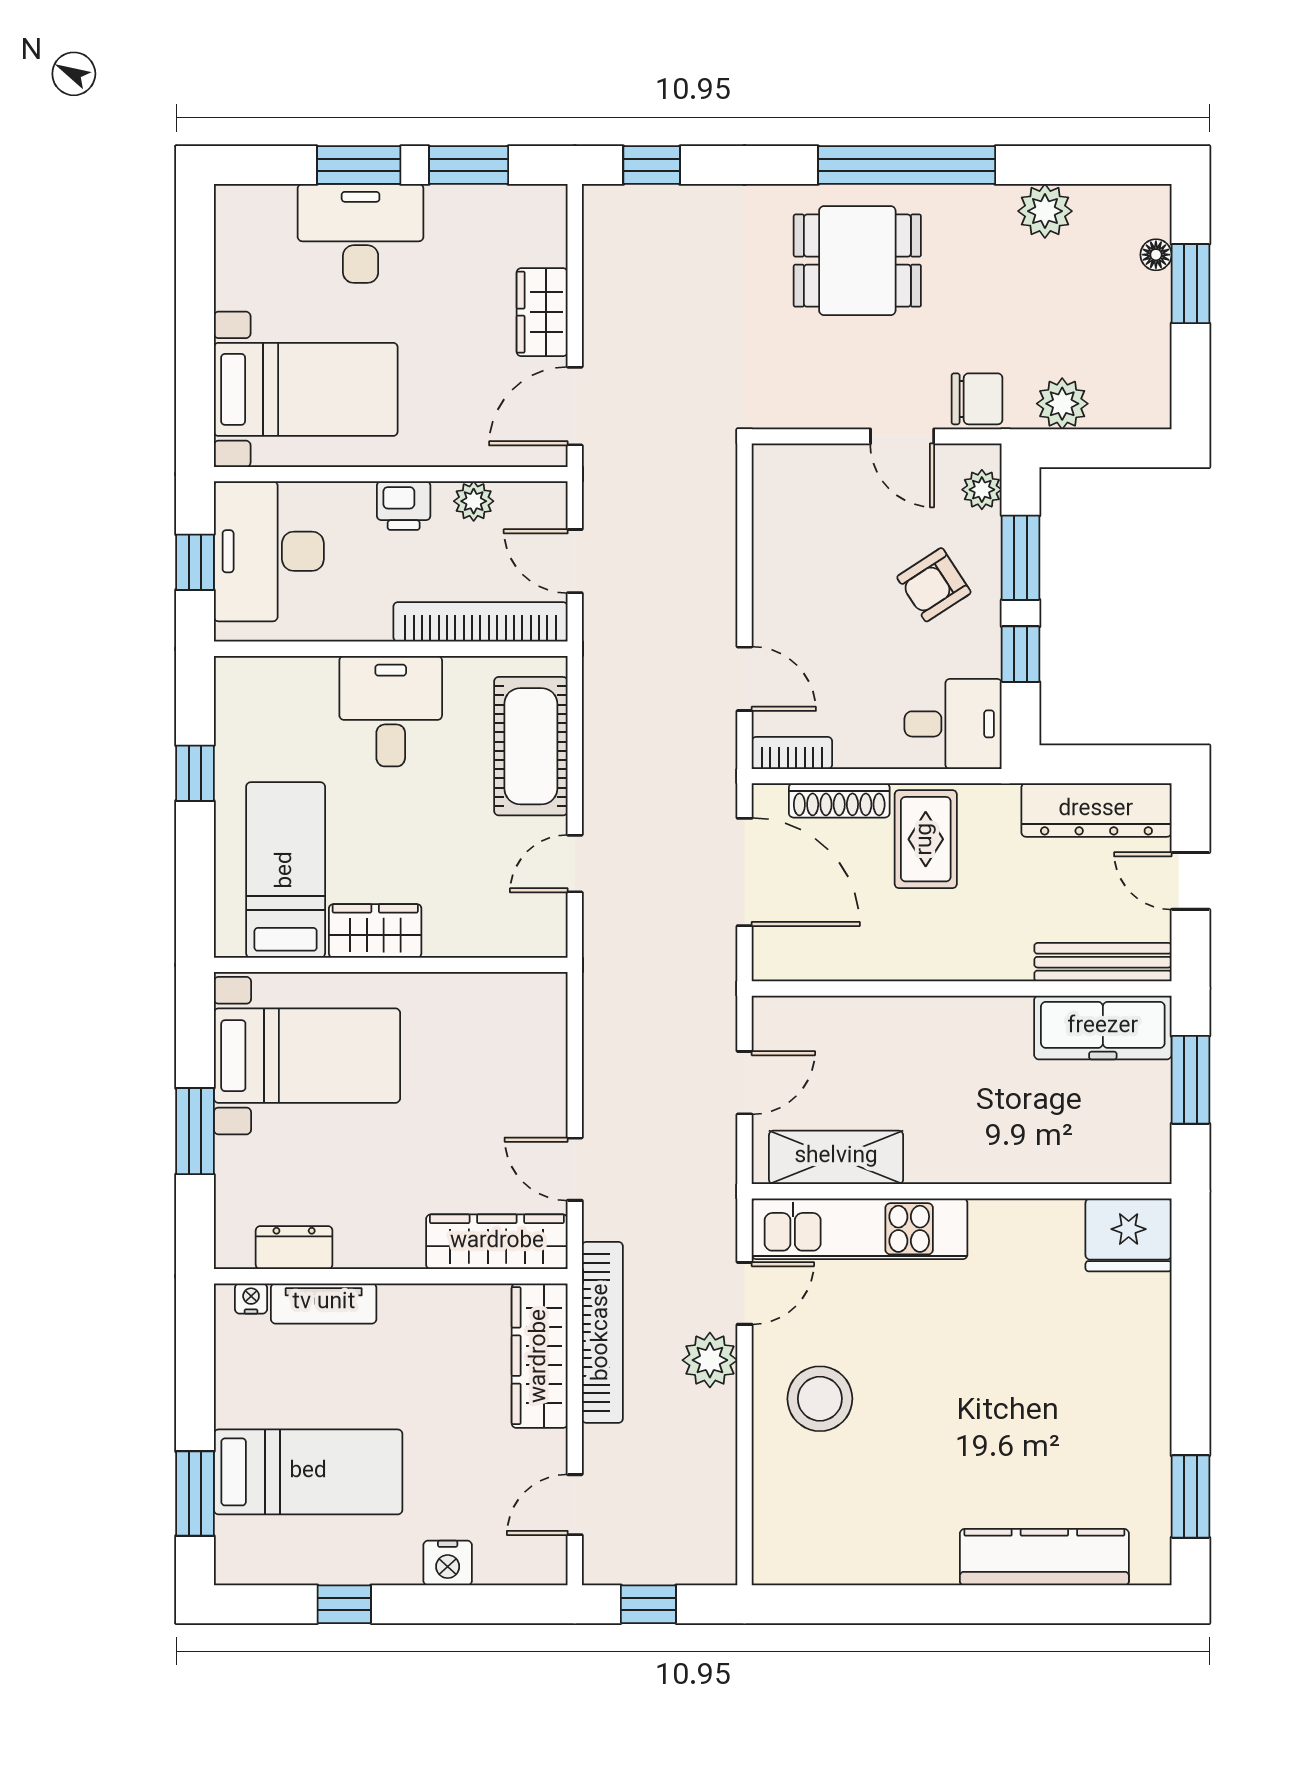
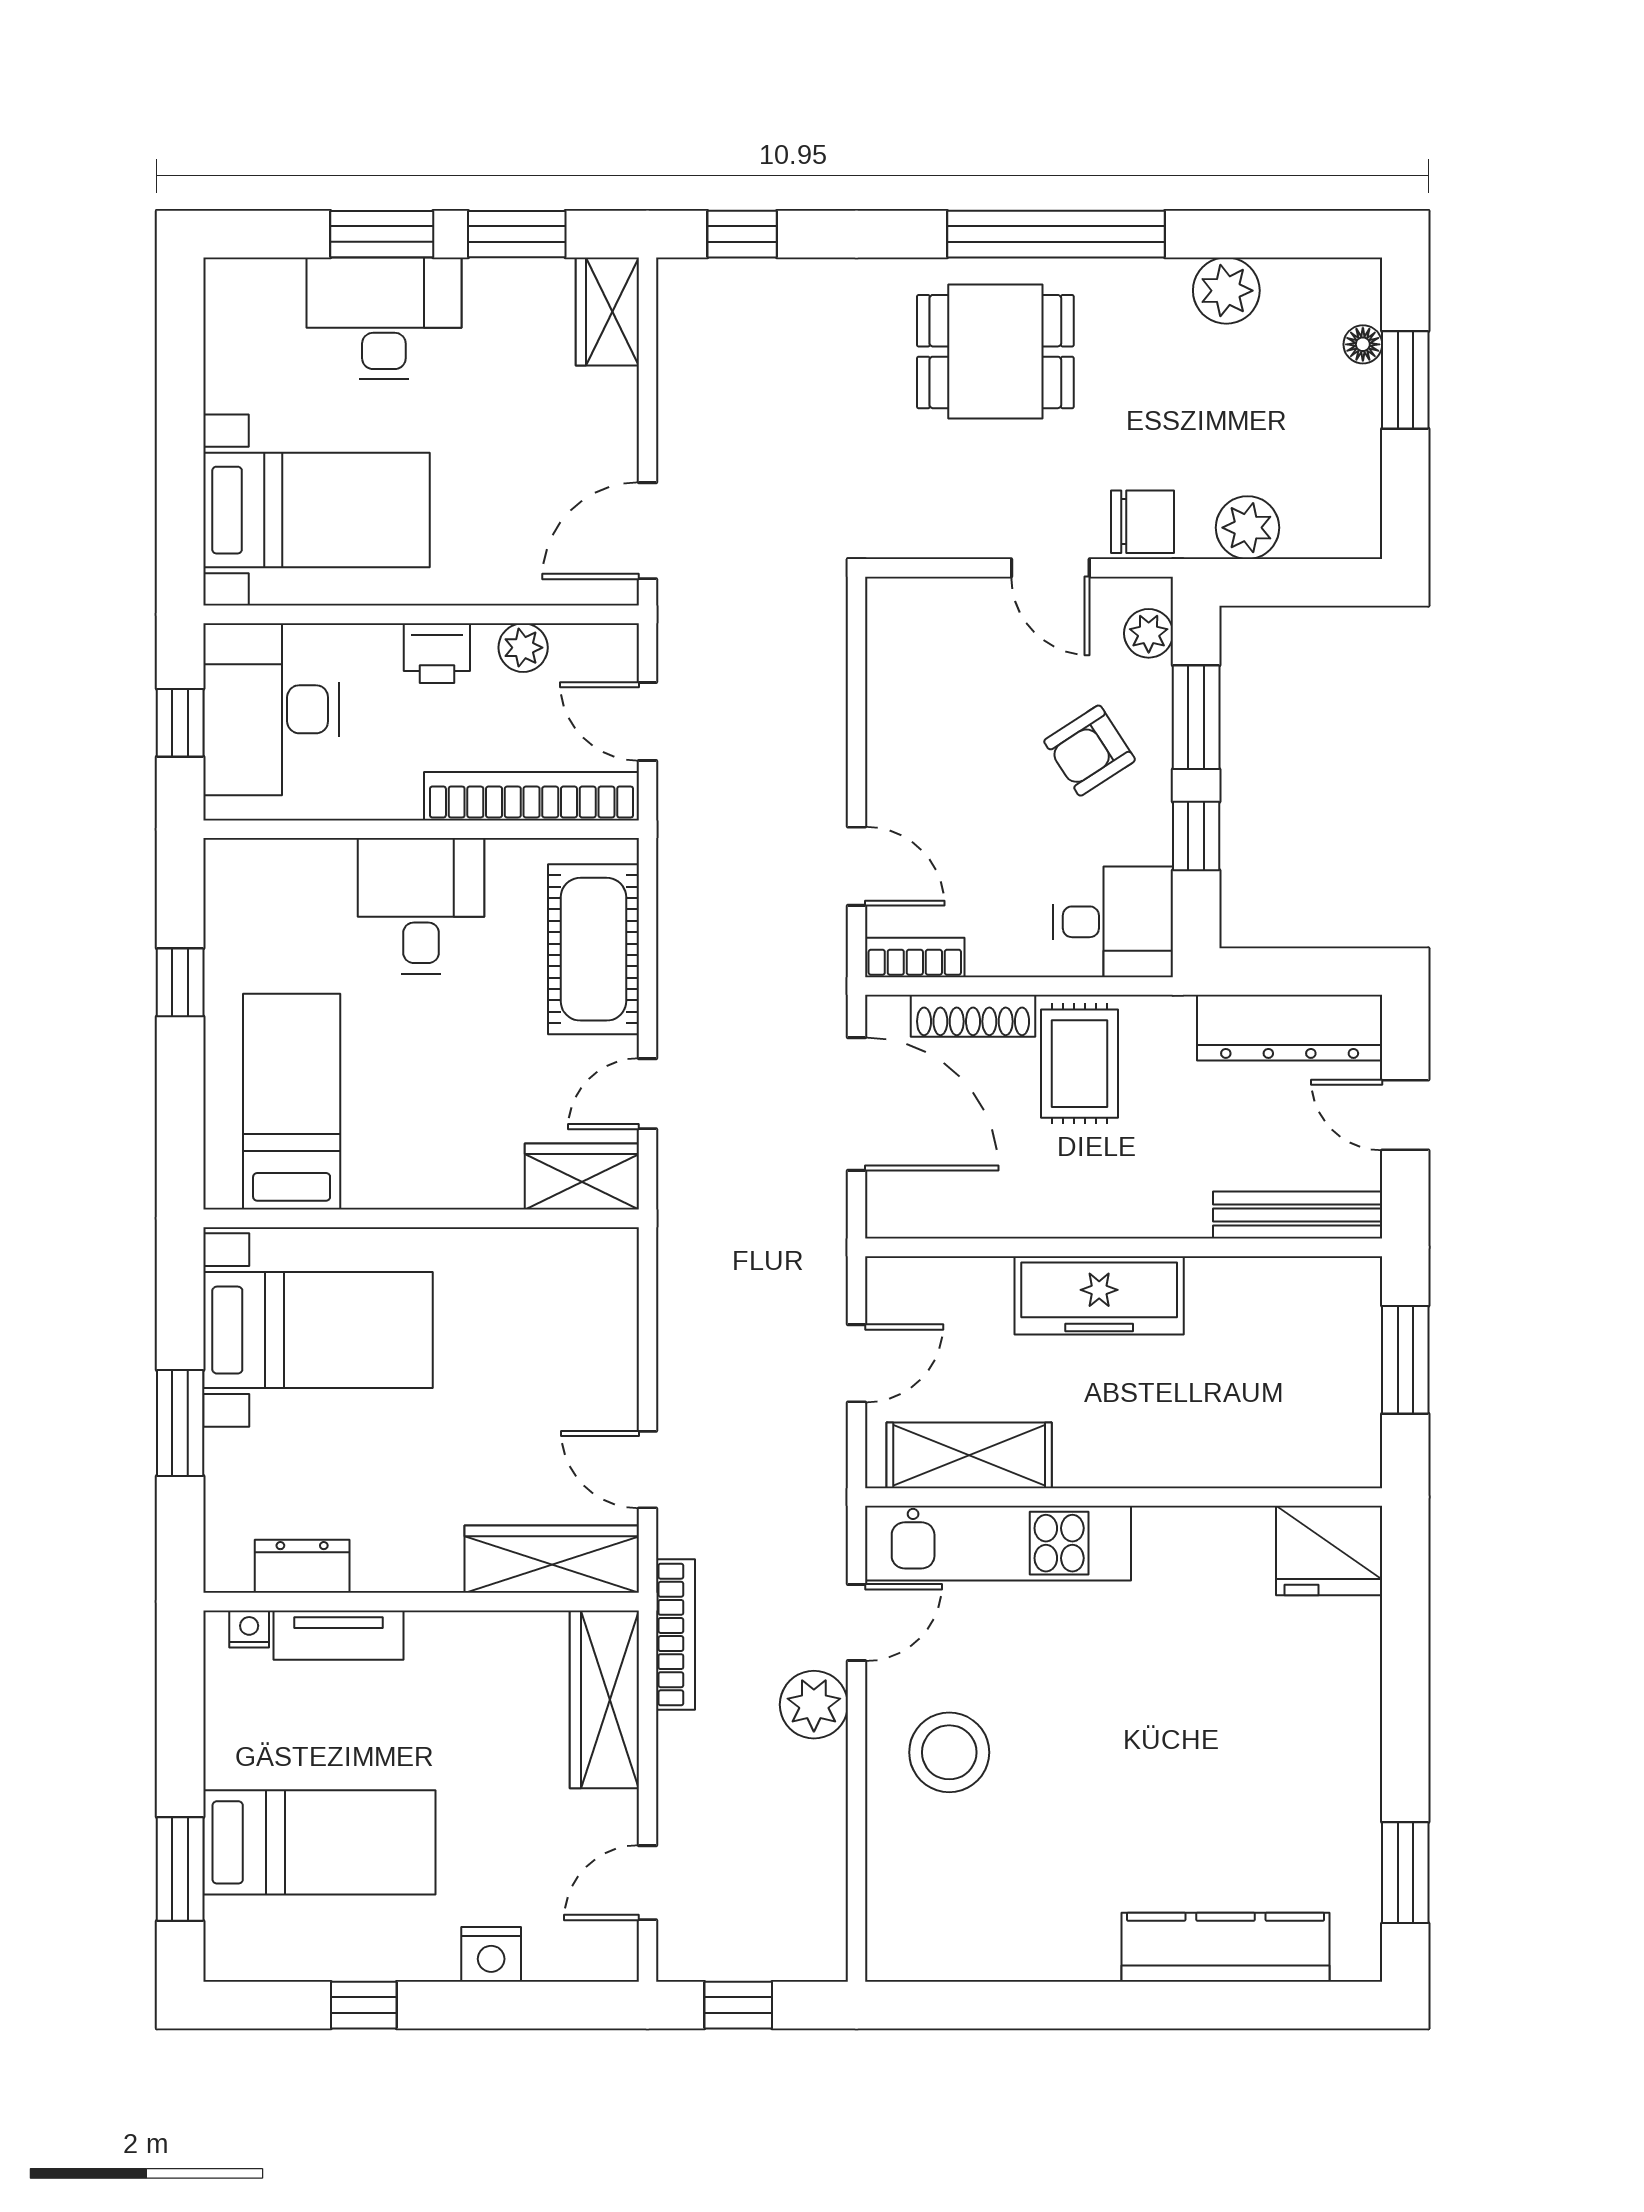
wardrobe: (542, 312) -> (607, 311), moved
wardrobe: (375, 931) -> (582, 1177), moved
freezer: (1103, 1027) -> (1099, 1295), moved
bookcase: (602, 1332) -> (675, 1635), width x0.68, depth x0.76

